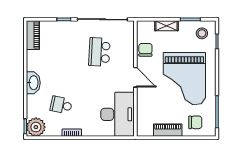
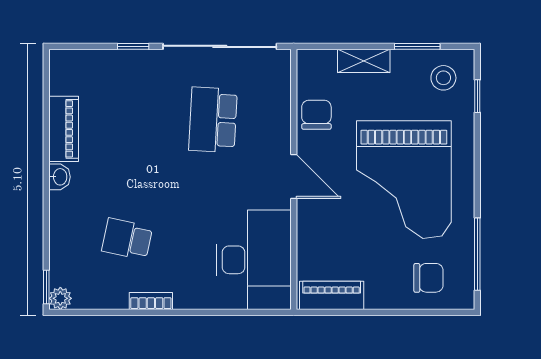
piano: (33, 35) -> (64, 129), moved
washbasin: (33, 83) -> (60, 177), width x0.52, depth x0.69
plant: (36, 127) -> (60, 298), width x0.53, depth x0.53
piano: (168, 130) -> (332, 295), moved

